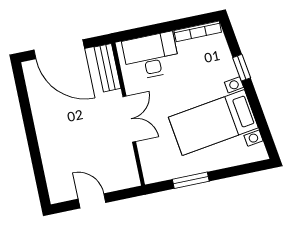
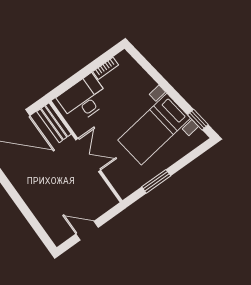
bookcase: (198, 31) -> (106, 68), width x0.64
window: (242, 68) -> (198, 120), moved

